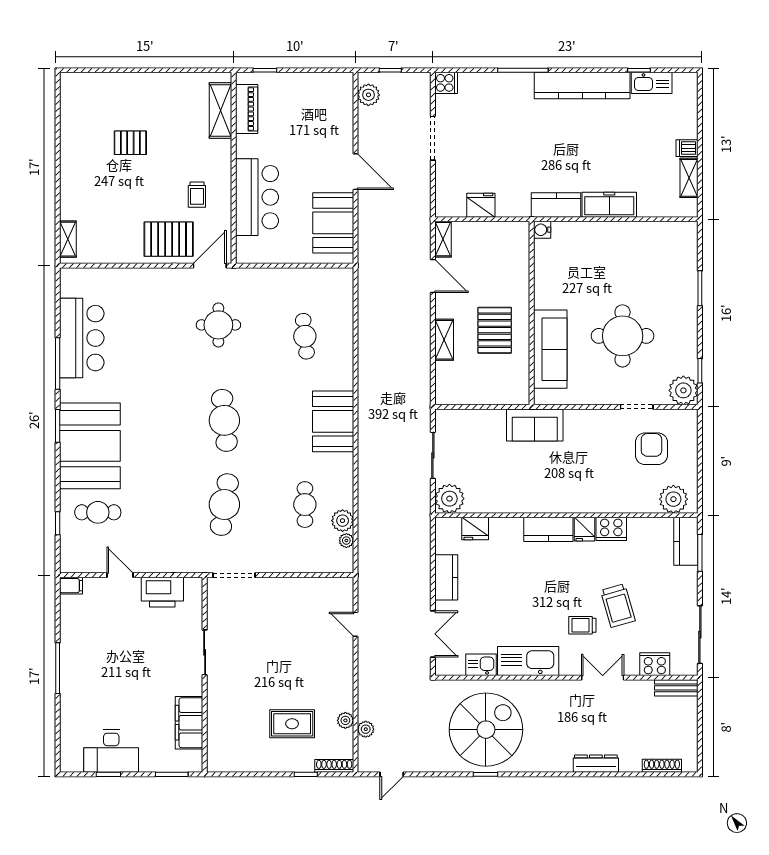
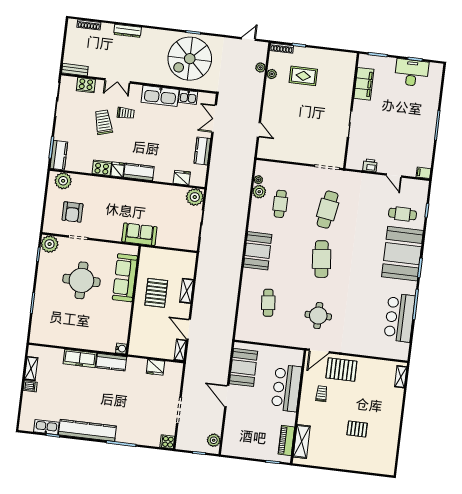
printer: (162, 592) -> (370, 165), width x0.53, depth x0.68

